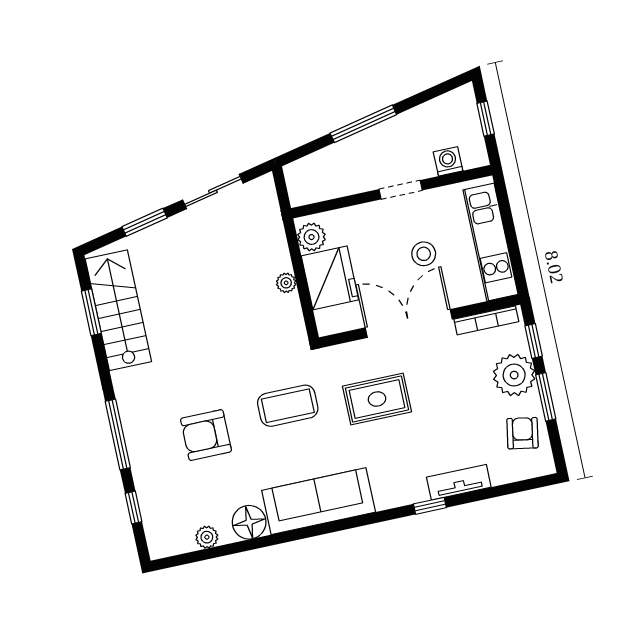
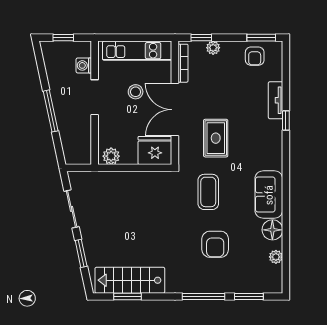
doorway: (401, 190) -> (95, 97), width x1.38
fridge: (330, 278) -> (155, 150), moved
plant: (286, 283) -> (135, 177), removed
plant: (514, 375) -> (213, 48), width x0.53, depth x0.53
window: (546, 397) -> (261, 38), moved
armchair: (523, 433) -> (255, 56), turned -100
sofa: (319, 501) -> (269, 195), width x0.73
window: (134, 507) -> (249, 297), width x1.50

